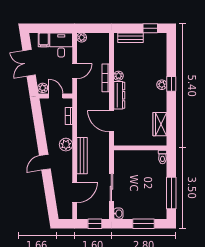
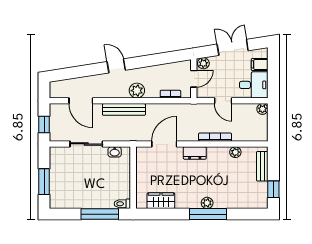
plant: (119, 76) -> (235, 152), moved
window: (171, 84) -> (208, 214), width x2.17
dresser: (119, 95) -> (195, 153), width x0.70
window: (171, 193) -> (100, 214), moved
washbasin: (118, 214) -> (115, 152), moved

